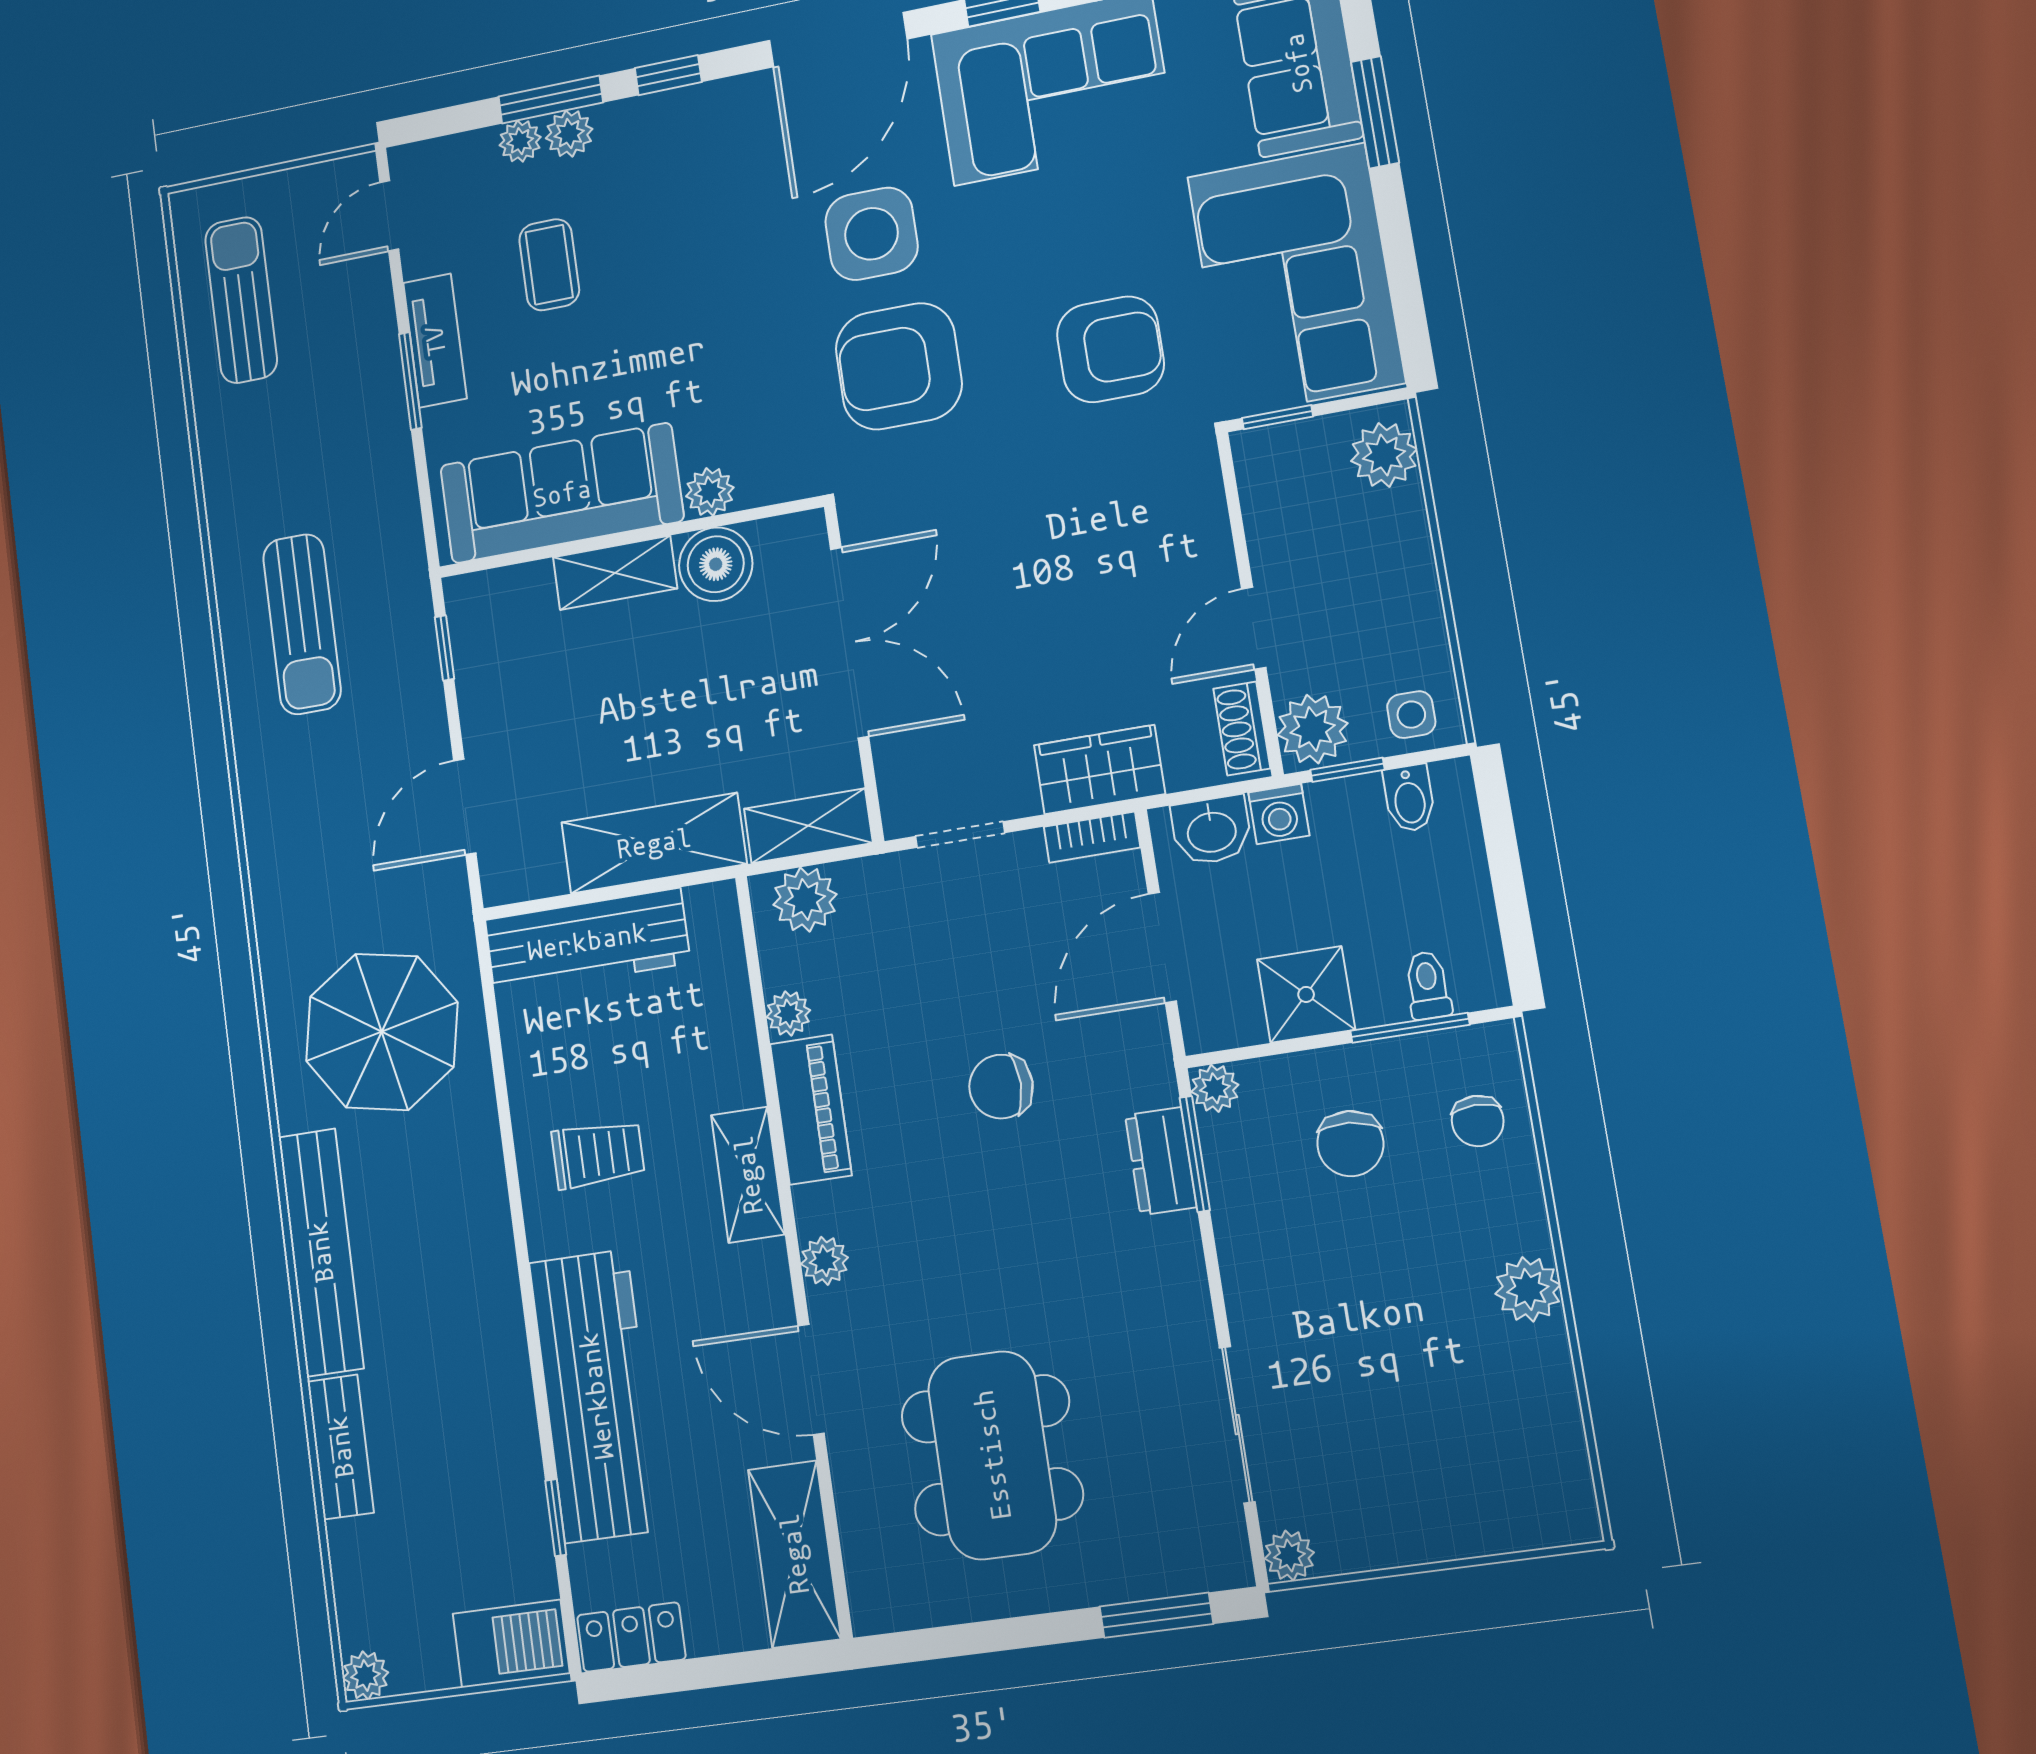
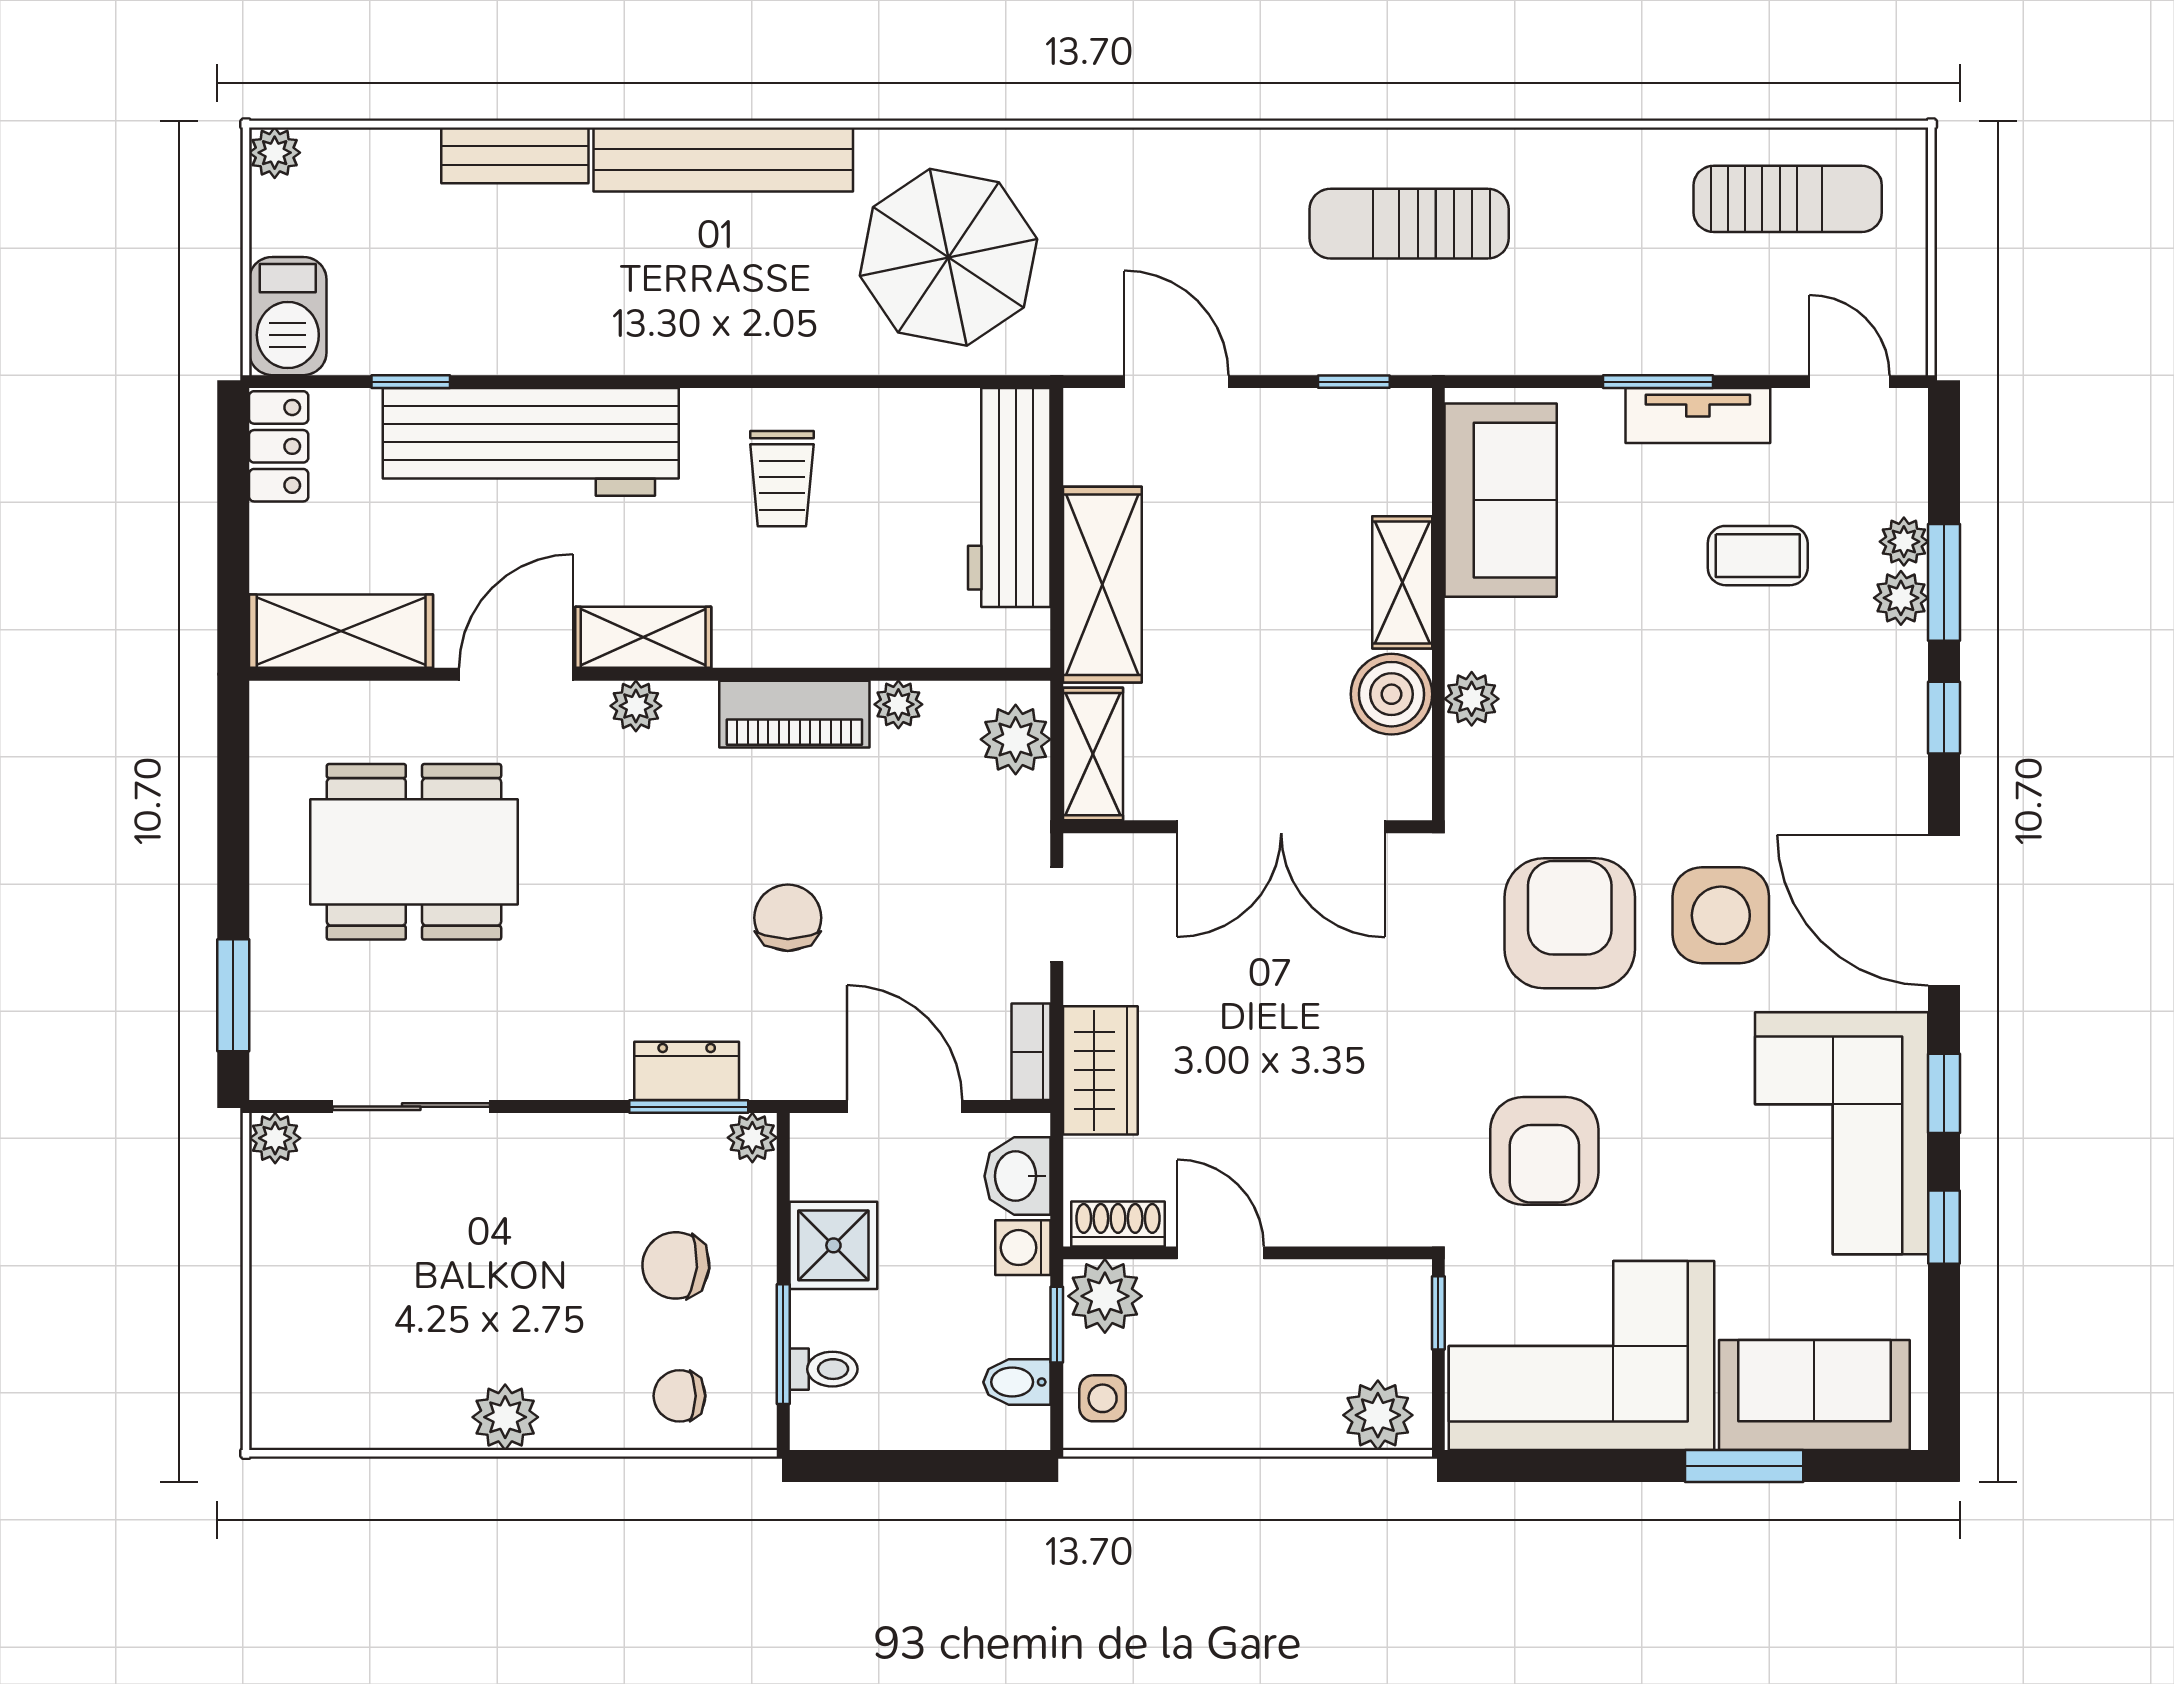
sofa: (562, 493) -> (1501, 500), width x0.73
shelving: (748, 1175) -> (643, 637), moved

